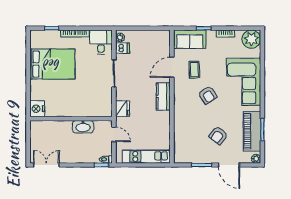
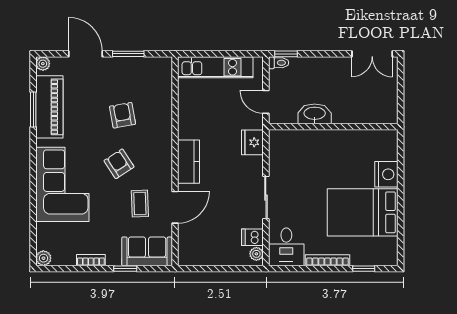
plant: (251, 39) -> (43, 258), width x0.53, depth x0.53
nightstand: (37, 109) -> (386, 174), moved
armchair: (218, 135) -> (123, 115), moved, turned -48

